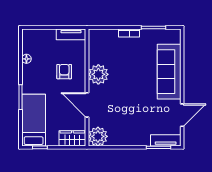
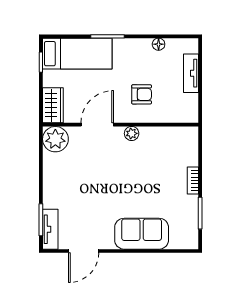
tv unit: (71, 34) -> (191, 73), moved
sofa: (169, 72) -> (142, 234), width x0.73
plant: (98, 74) -> (132, 133), width x0.53, depth x0.53
door: (182, 115) -> (84, 251), hinge flipped

